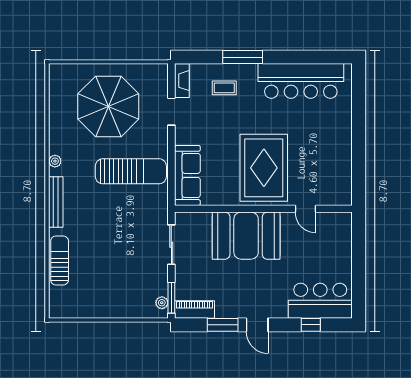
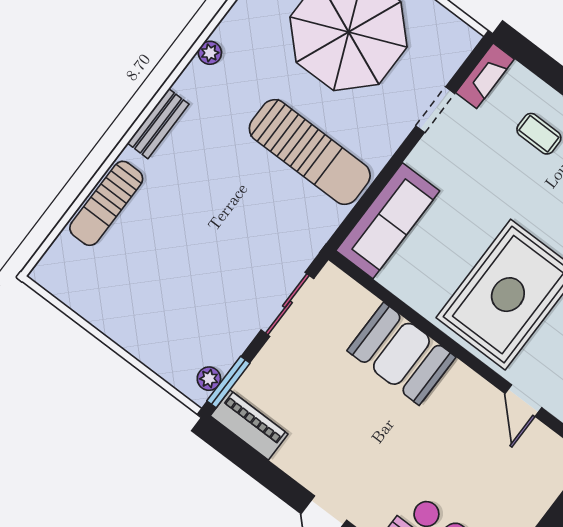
bench: (56, 202) -> (158, 124), width x0.73
booth: (246, 236) -> (401, 354), width x0.73, depth x0.70
sun lounger: (60, 261) -> (106, 203), turned 180
window: (223, 325) -> (273, 479), removed

